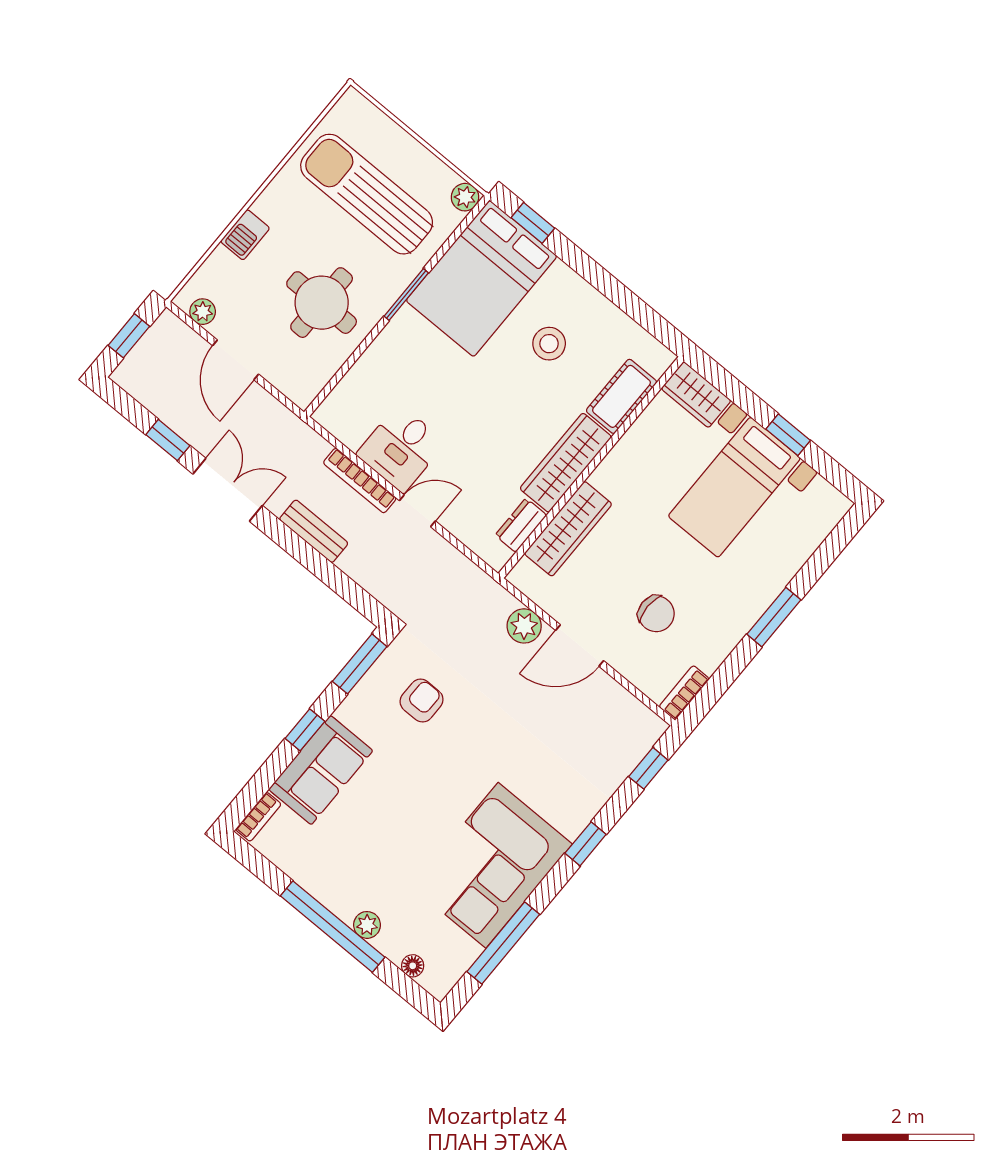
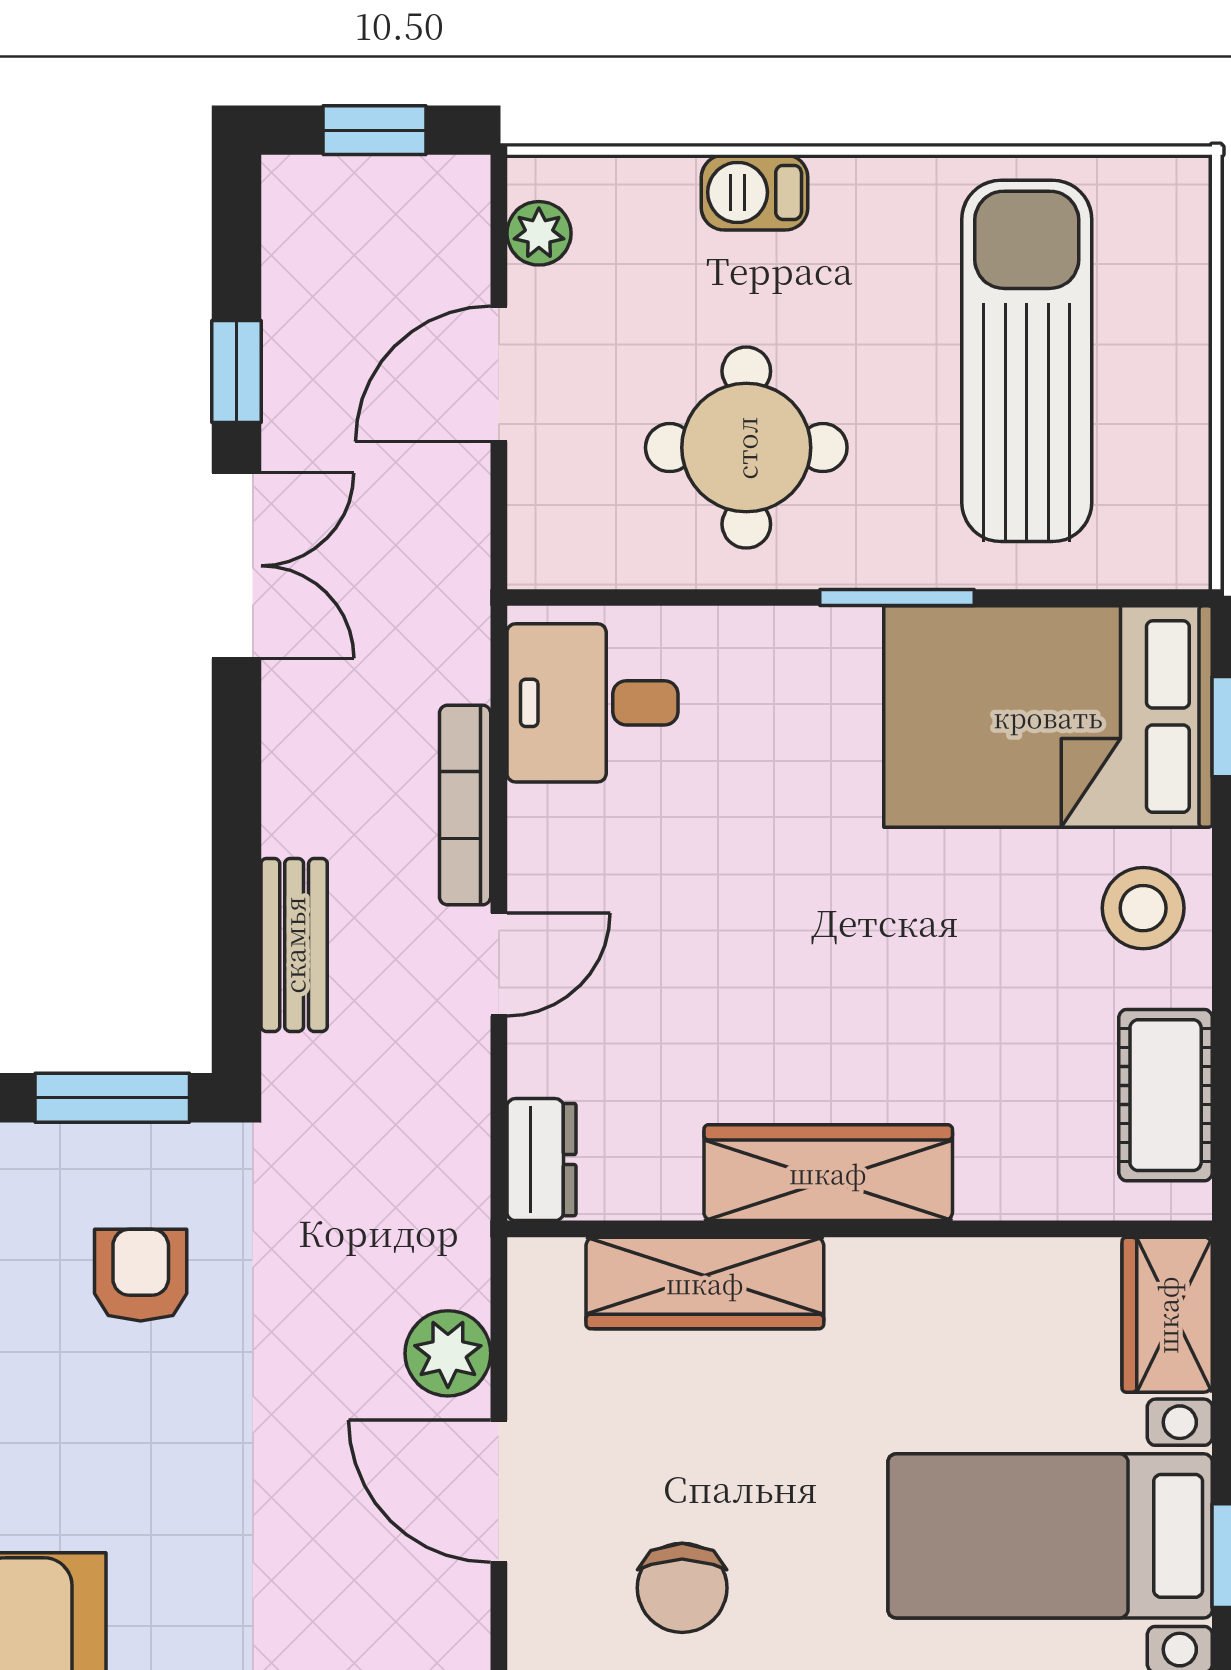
plant: (465, 197) -> (1178, 555), removed
stool: (549, 344) -> (1143, 908), moved
cot: (621, 396) -> (1166, 1095), moved, turned 90
desk: (401, 448) -> (592, 703), moved
door: (417, 511) -> (499, 964), hinge flipped
dresser: (521, 525) -> (541, 1160), moved, turned 90
bench: (314, 531) -> (294, 945), moved
armchair: (422, 701) -> (141, 1275), turned -90

